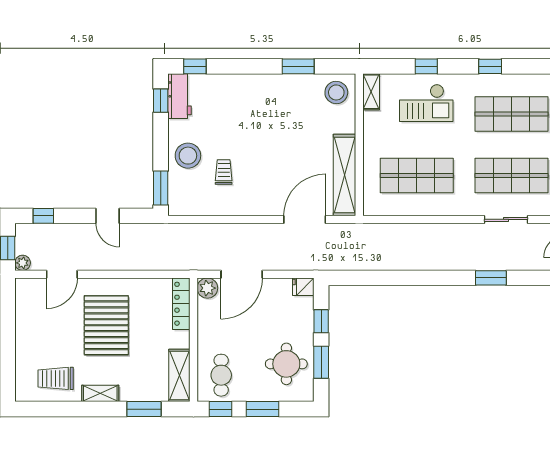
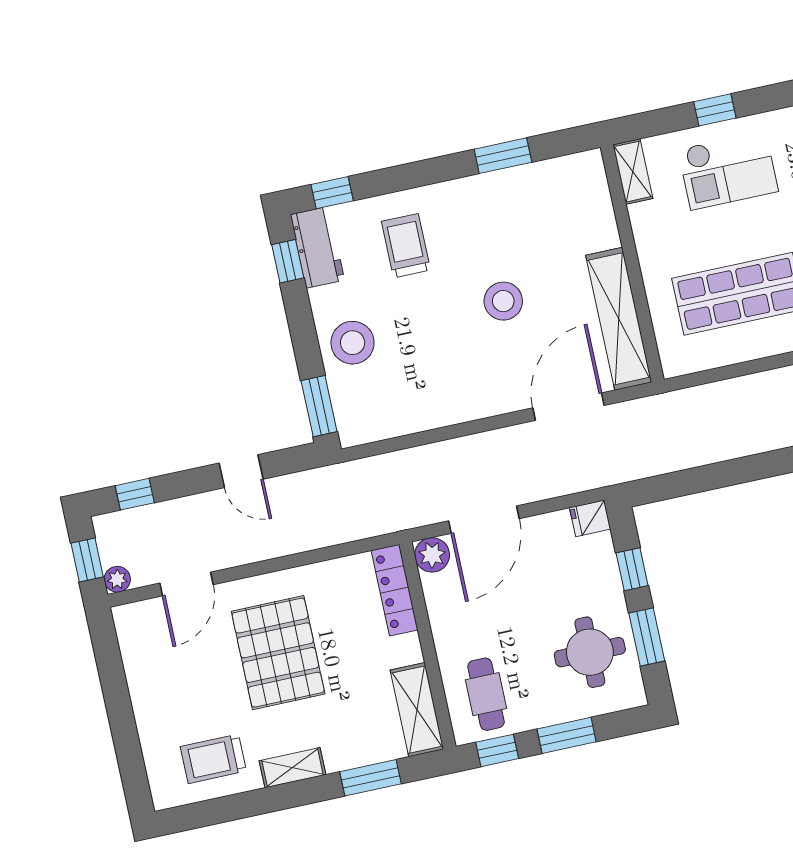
stool: (336, 92) -> (503, 301), moved
trolley: (224, 172) -> (406, 246), moved, width x1.36, depth x1.39

